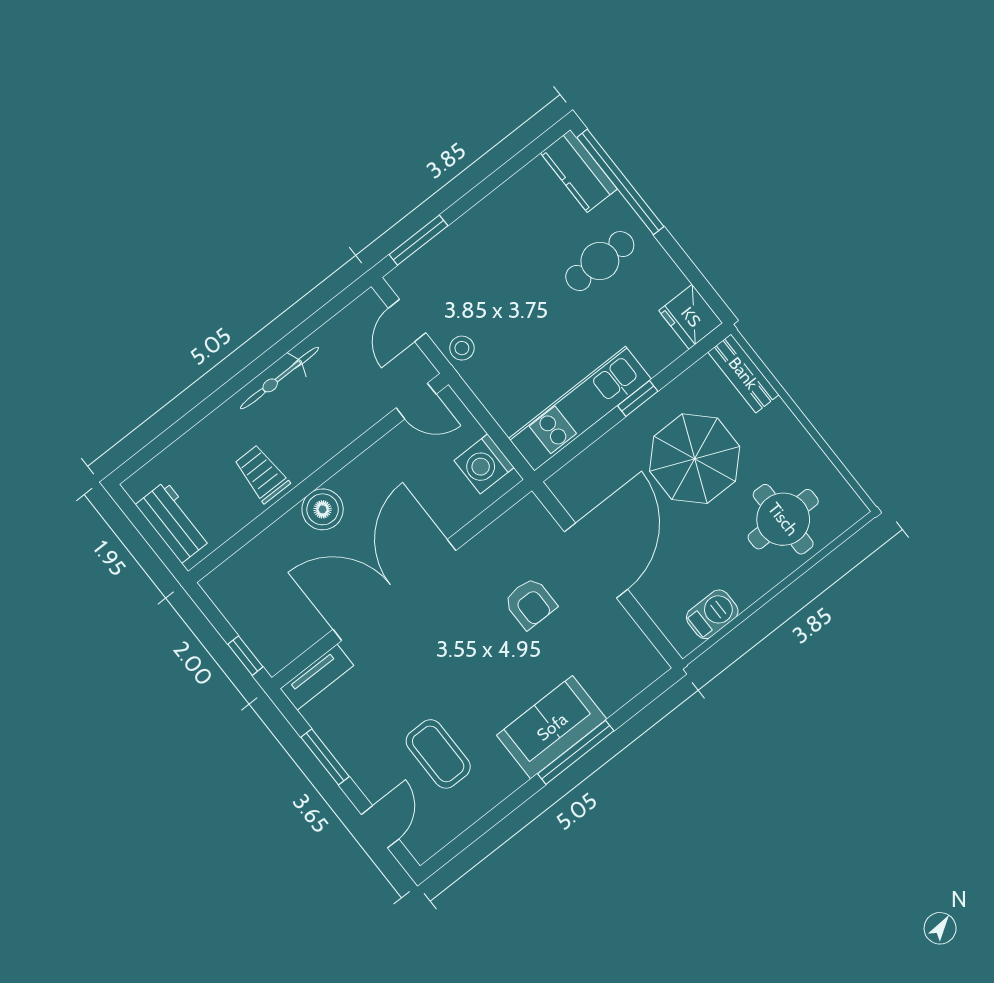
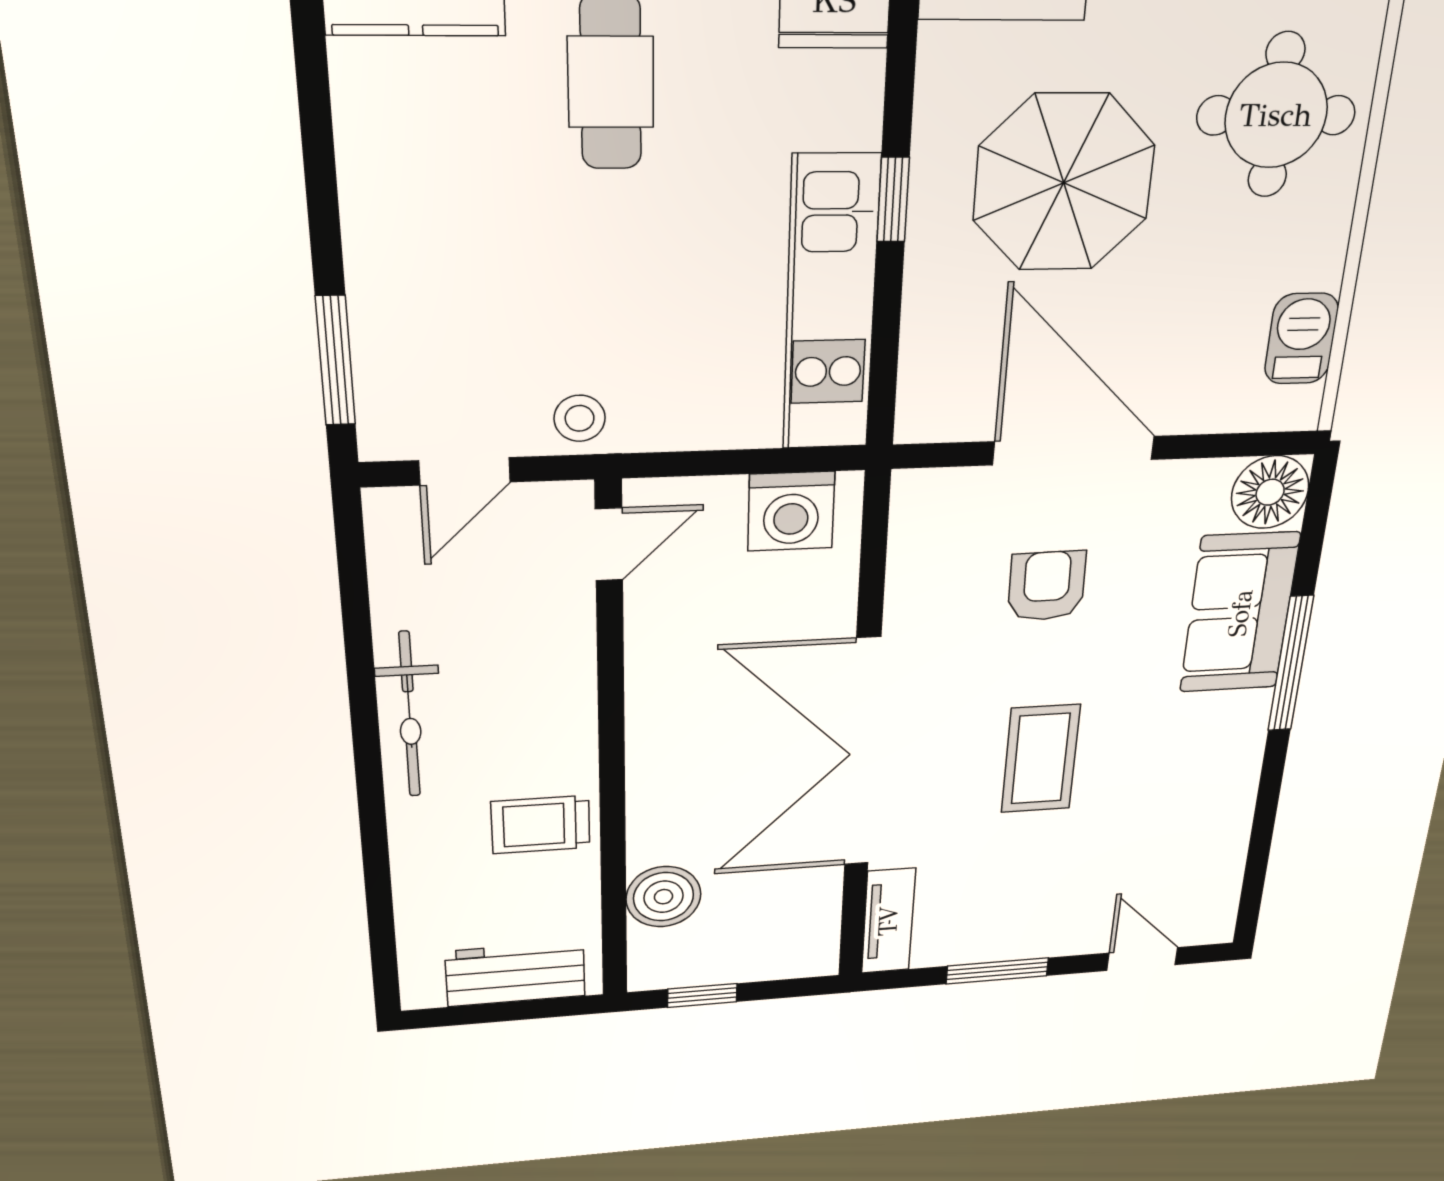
door: (407, 321) -> (465, 471), hinge flipped
boiler: (323, 509) -> (663, 897), moved
armchair: (530, 603) -> (1047, 586), turned -91
window: (245, 656) -> (702, 995), moved
floor lamp: (642, 664) -> (1270, 492), added
sofa: (552, 727) -> (1240, 613), moved
coffee table: (438, 754) -> (1041, 759), moved, turned 90

